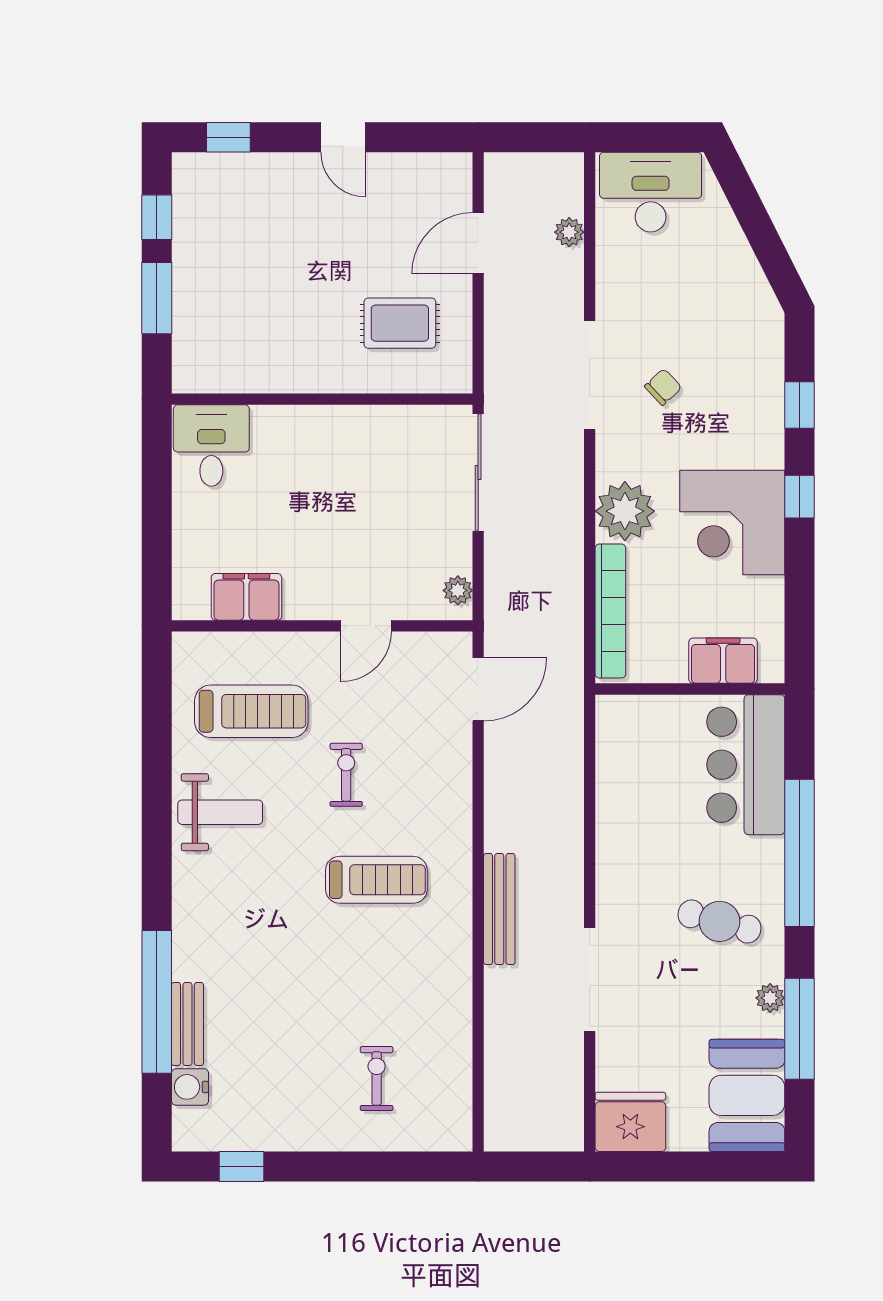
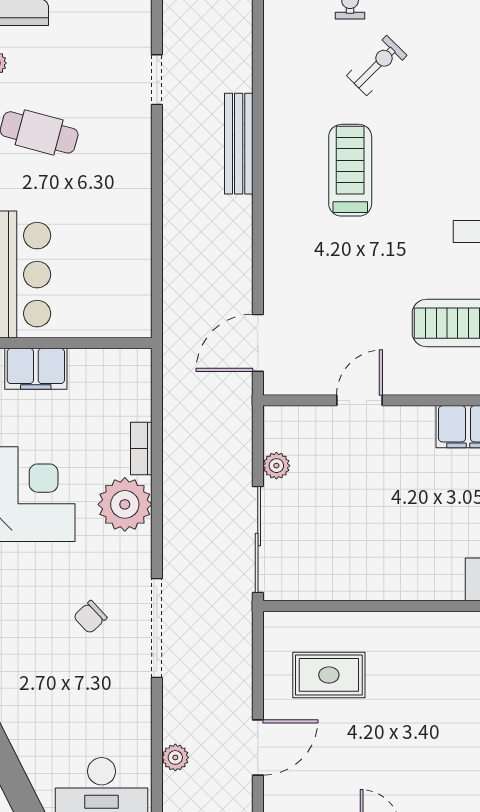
plant: (458, 590) -> (276, 466), moved
bookcase: (610, 611) -> (141, 448), width x0.43, depth x0.76
exercise bike: (346, 775) -> (377, 65), moved, turned -135
treadmill: (376, 880) -> (350, 170), turned 90
doorway: (590, 980) -> (157, 80), width x0.53

